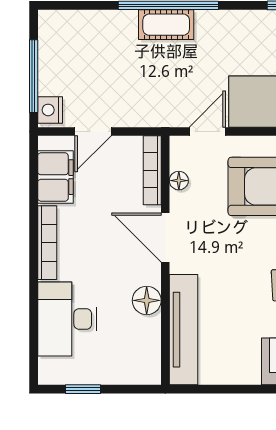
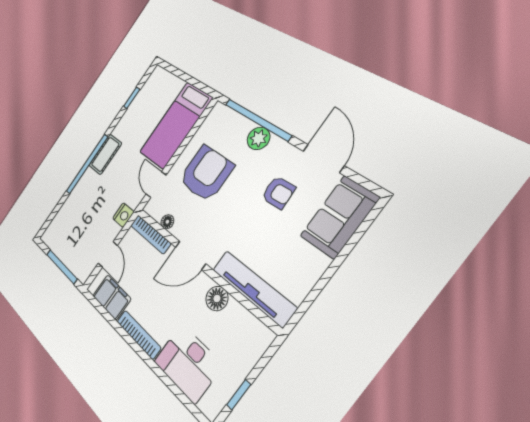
cot: (166, 25) -> (105, 154), moved
nightstand: (50, 110) -> (123, 215), moved, turned -90

